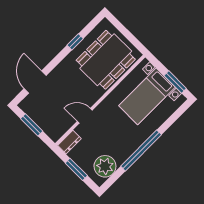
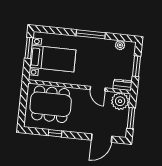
plant: (56, 127) -> (120, 101), added
window: (141, 150) -> (91, 34), width x0.68
plant: (105, 166) -> (120, 45), width x0.53, depth x0.53

